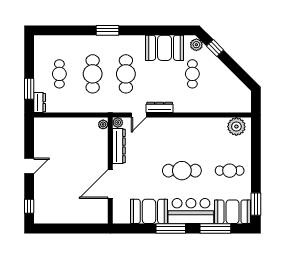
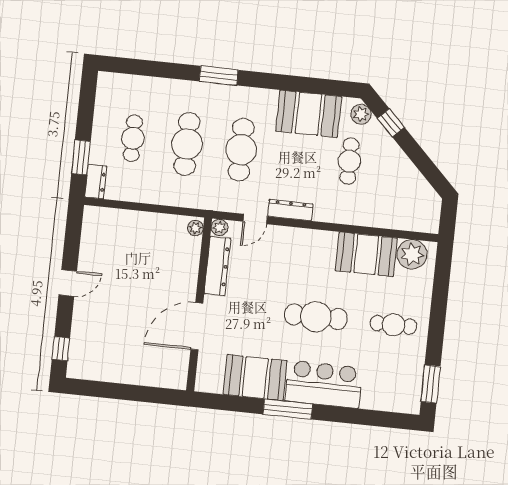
booth: (233, 212) -> (366, 254), moved
window: (215, 228) -> (360, 417), removed

